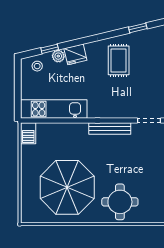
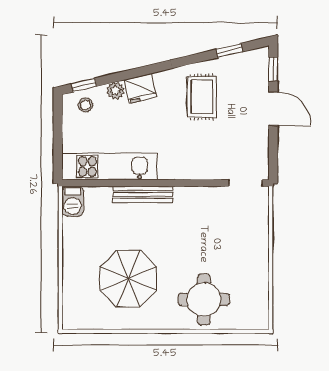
window: (50, 49) -> (84, 85), moved
bench: (110, 129) -> (143, 194), moved
parasol: (67, 187) -> (128, 279), width x0.73, depth x0.73

